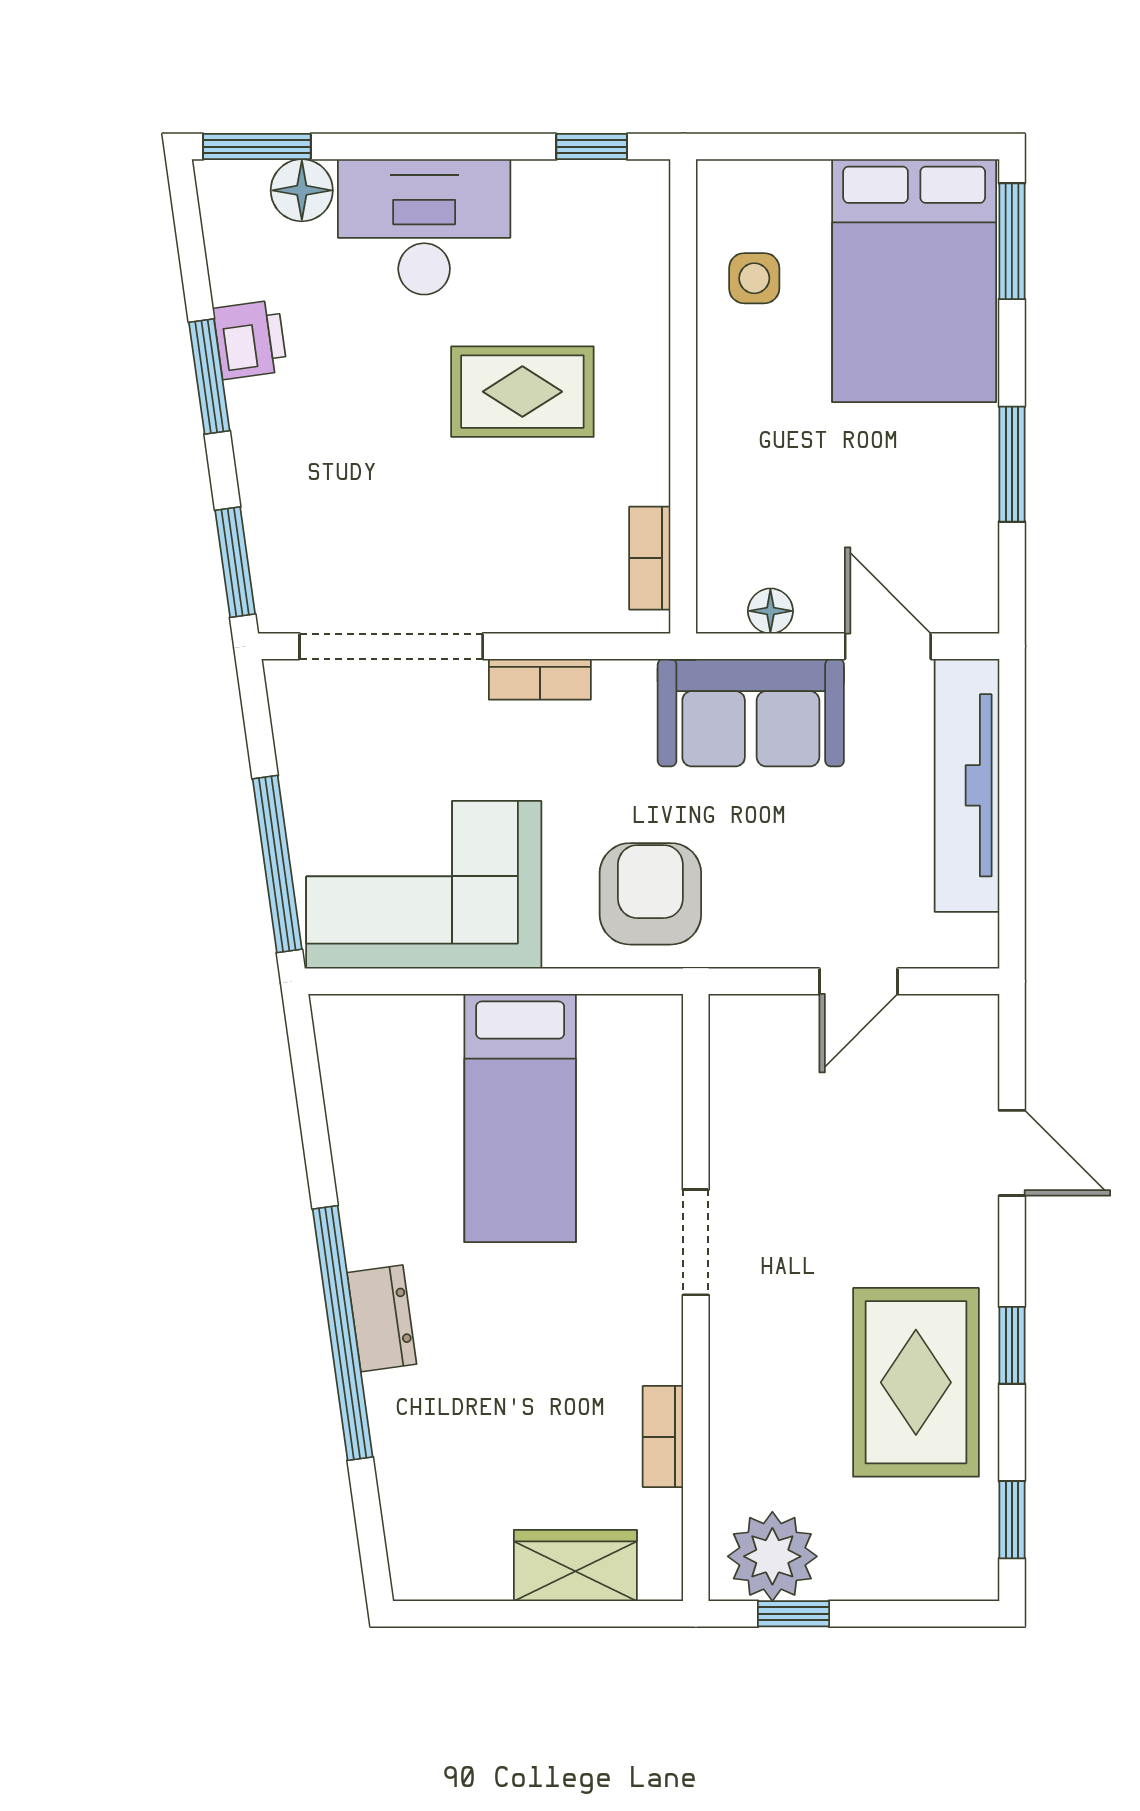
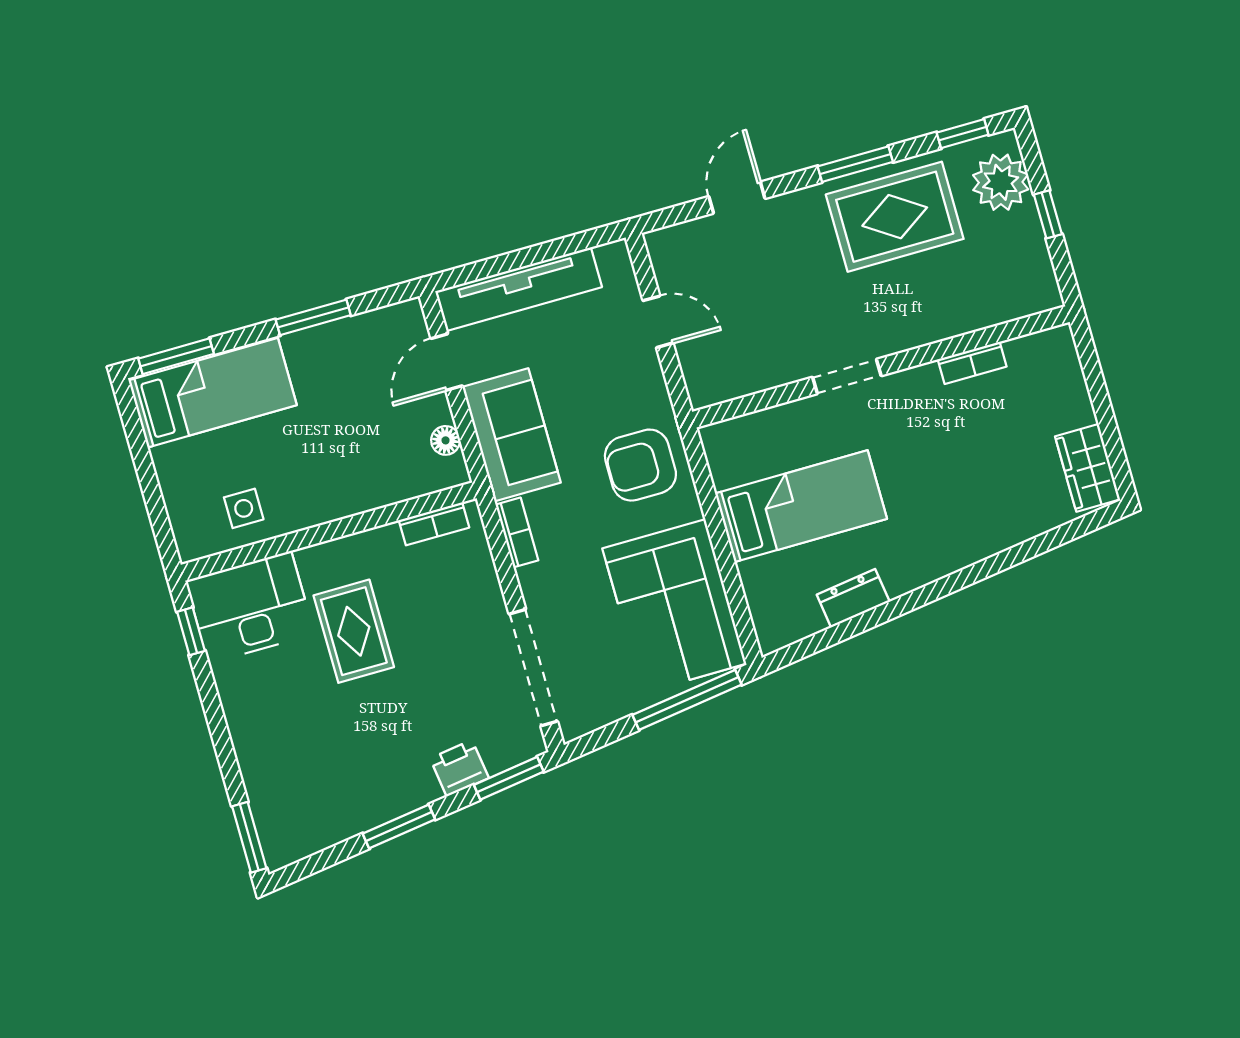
floor lamp: (302, 190) -> (268, 802), removed
desk: (424, 227) -> (250, 607), moved, turned 90
bed: (914, 281) -> (213, 393), width x0.67
printer: (250, 340) -> (459, 768), moved
bookcase: (540, 679) -> (517, 532), moved
dresser: (382, 1318) -> (853, 598), moved
window: (343, 1333) -> (964, 578), removed
window: (1012, 1345) -> (855, 164), width x1.50
plant: (772, 1556) -> (1001, 182), moved
wardrobe: (575, 1565) -> (1088, 468), moved
window: (794, 1614) -> (1048, 214), moved

